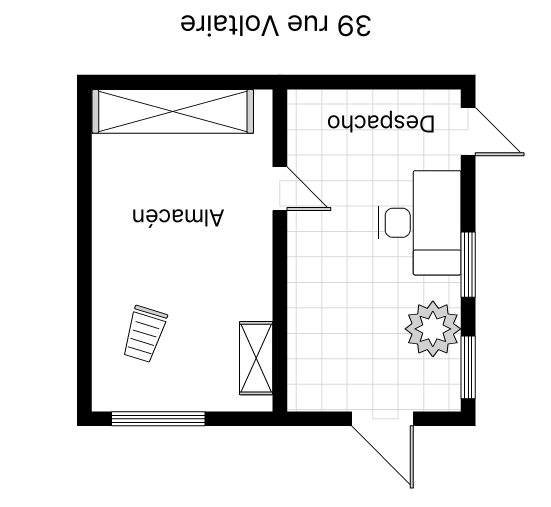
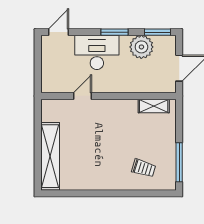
door: (280, 189) -> (83, 96), moved
wall: (280, 250) -> (108, 96), moved
shelving: (256, 358) -> (154, 106), moved

